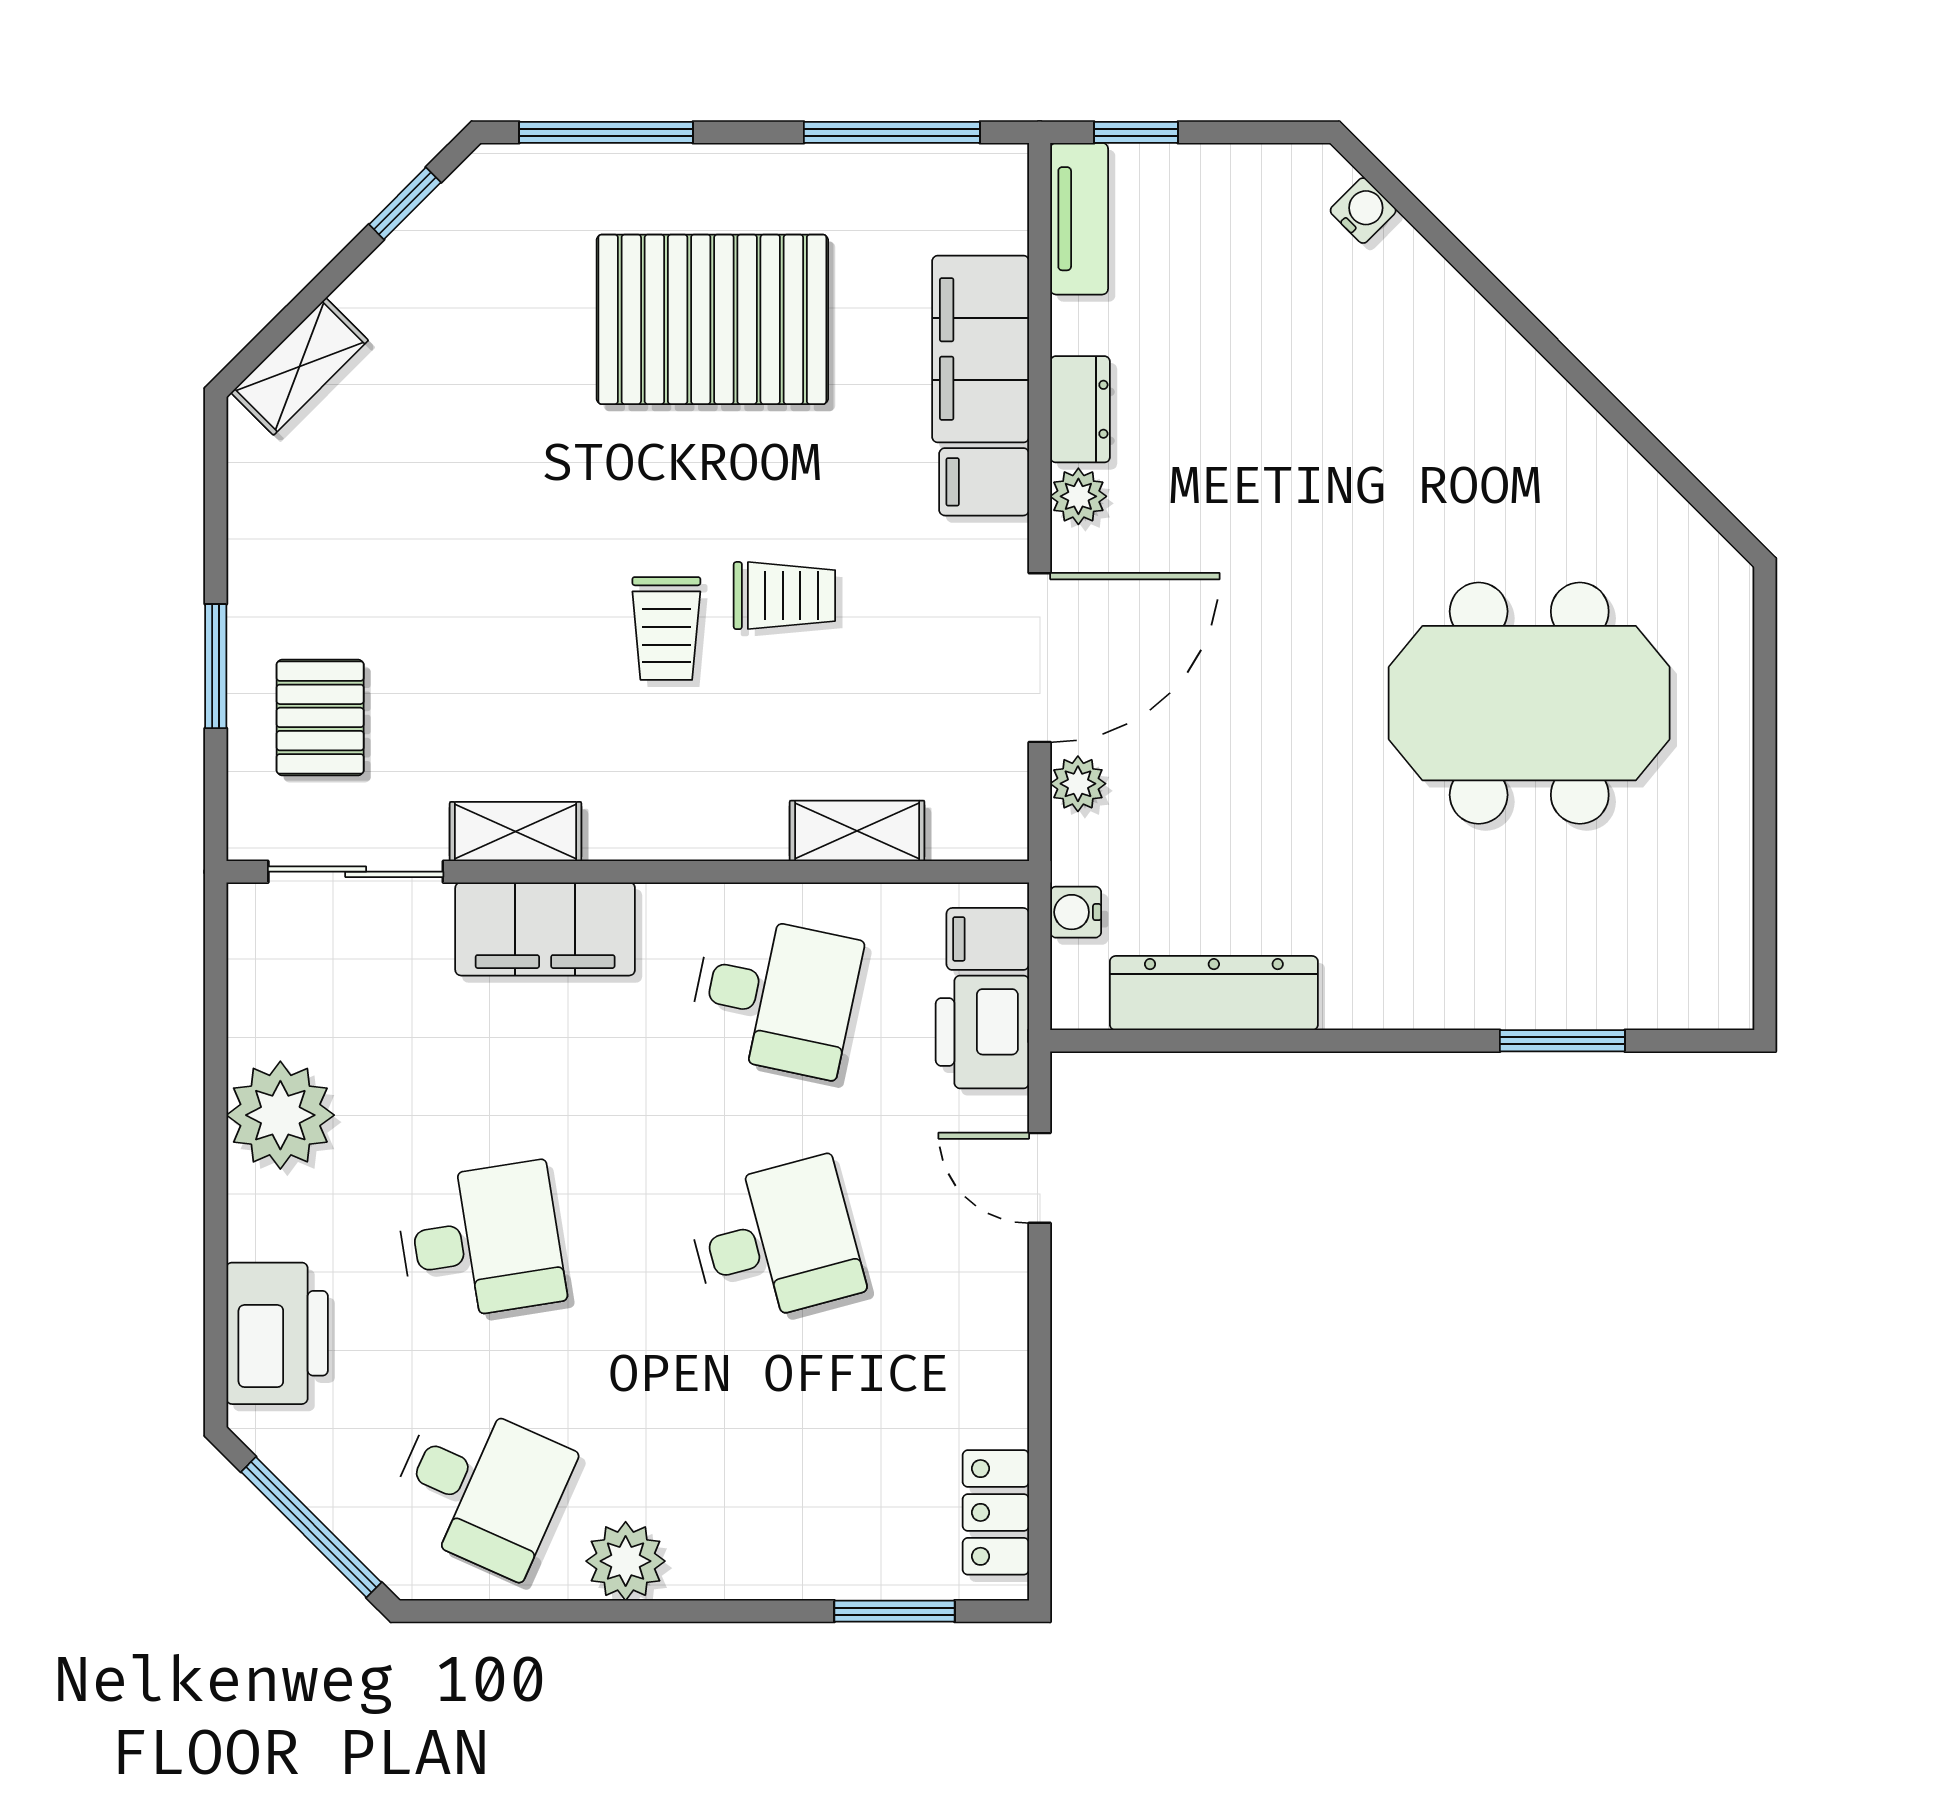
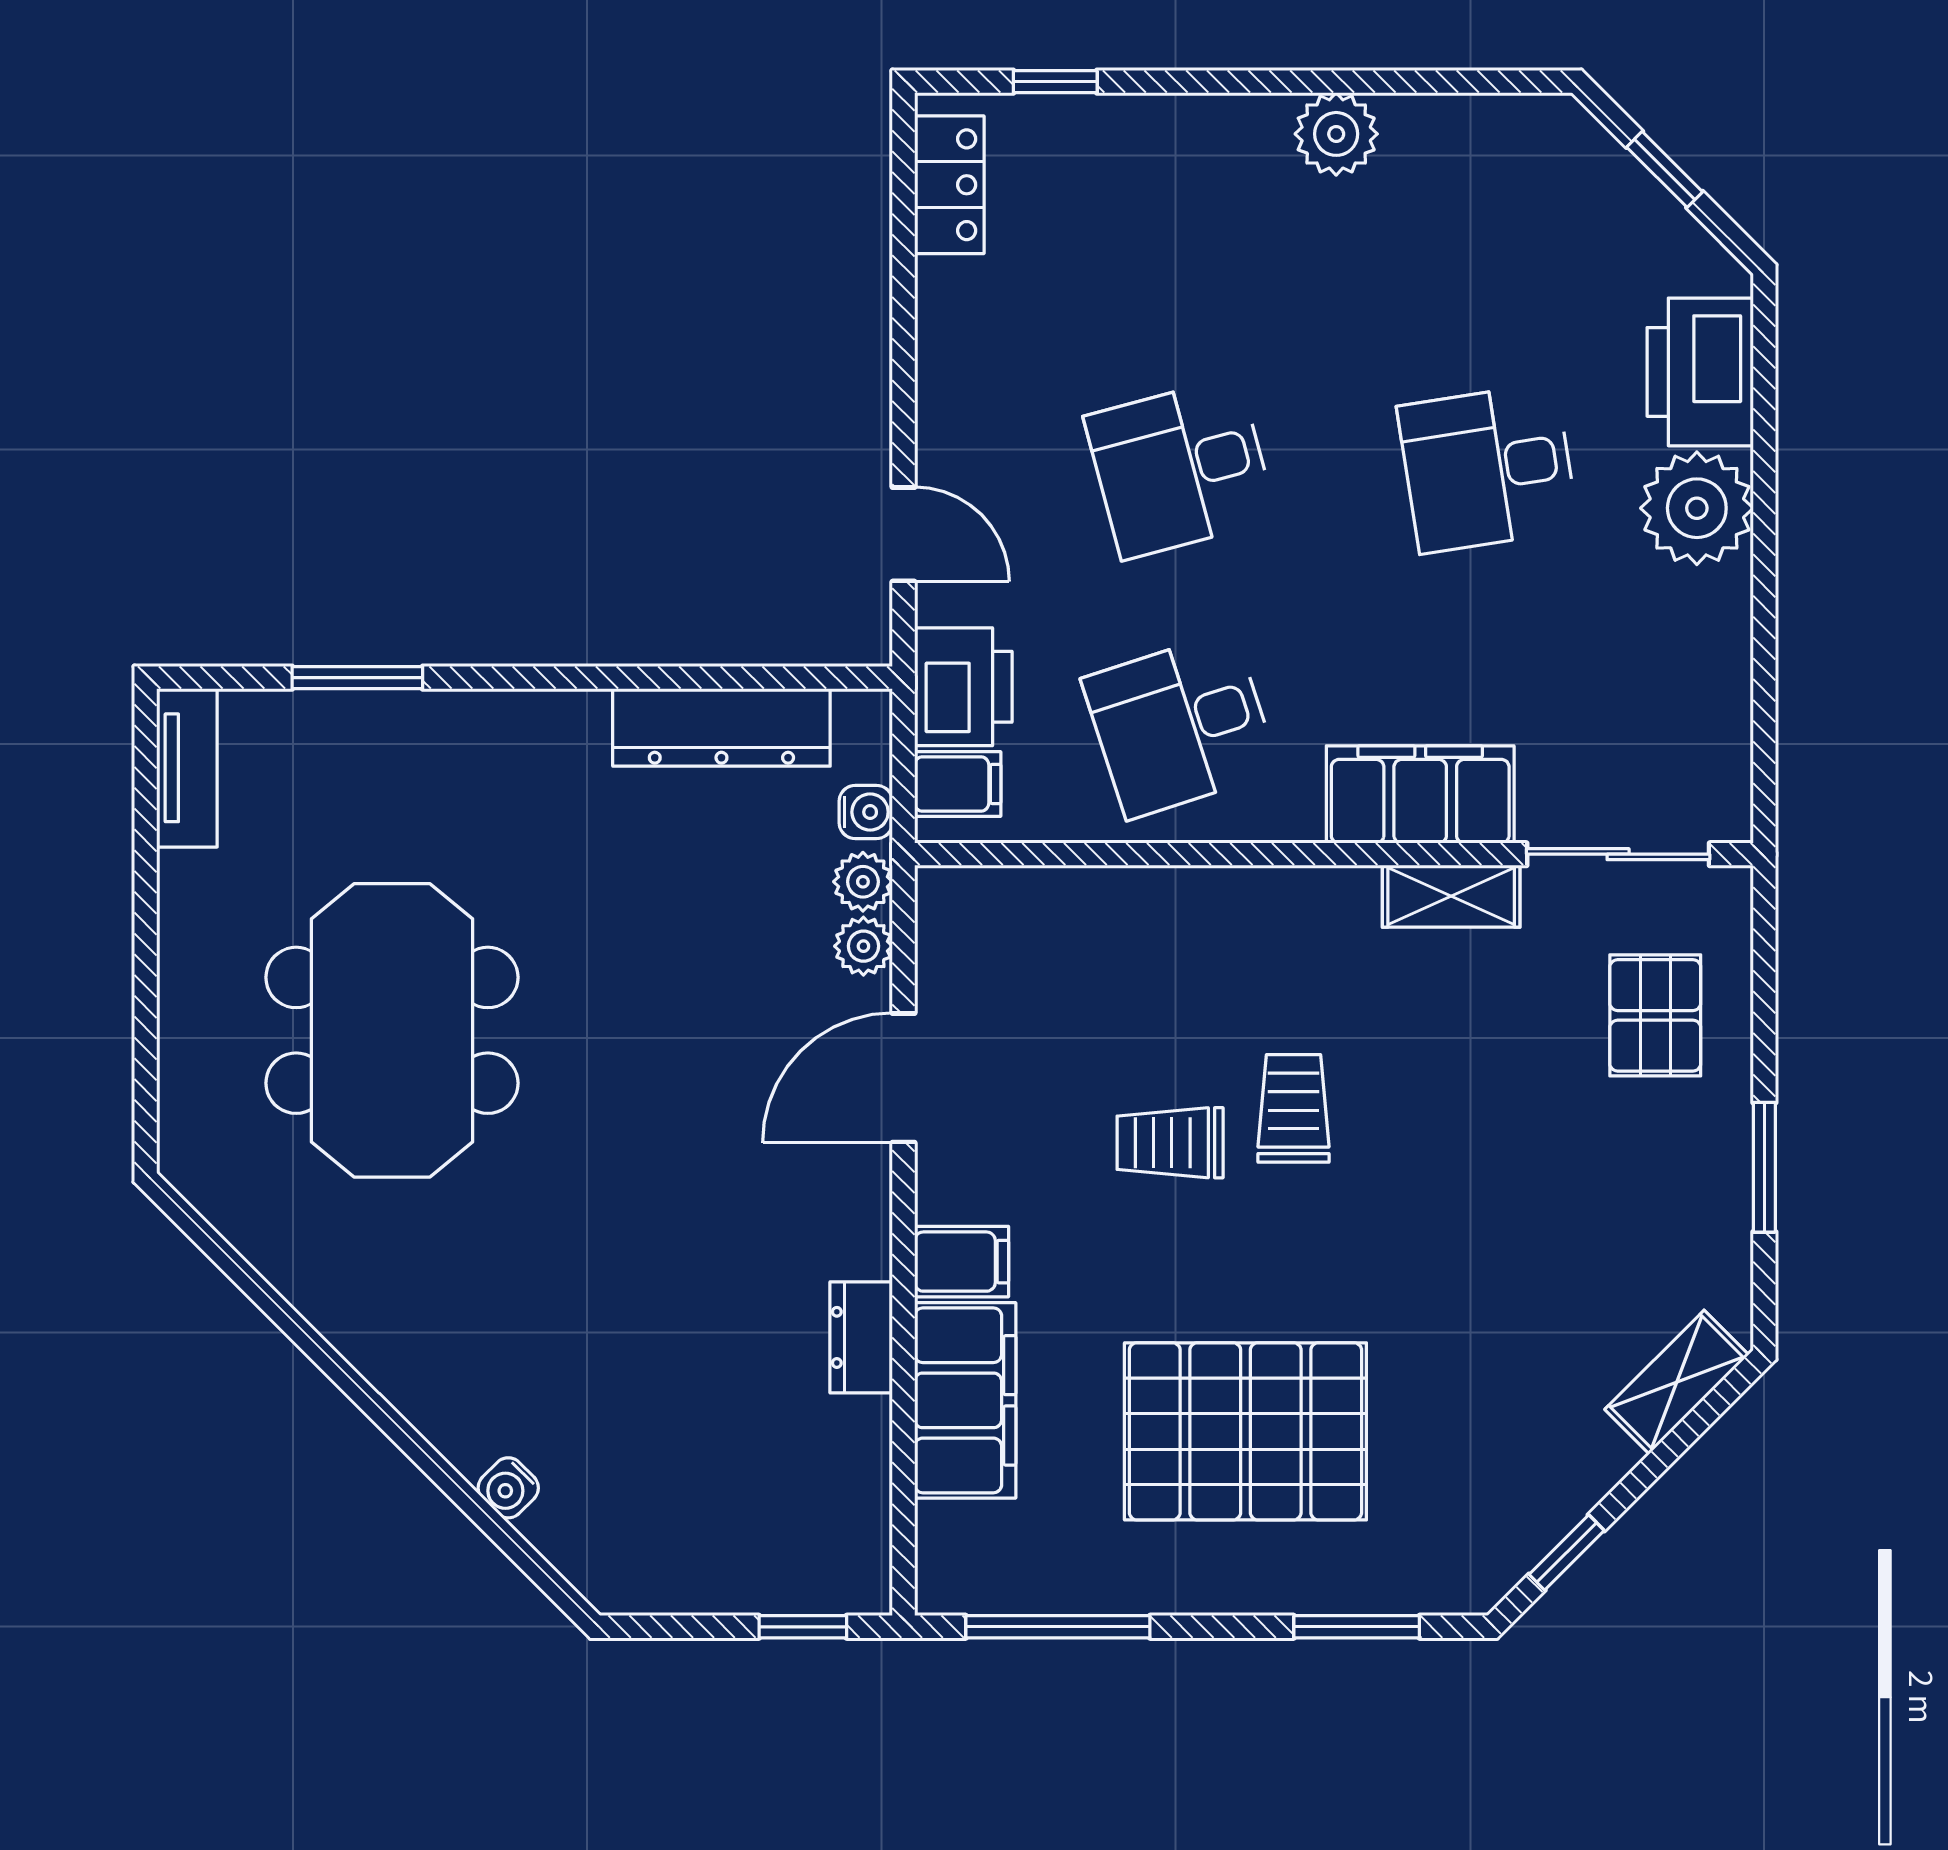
window: (606, 132) -> (1357, 1627), width x0.69
water cooler: (1363, 211) -> (508, 1488), moved
tv unit: (1079, 219) -> (187, 768), moved, turned 180
plant: (1078, 496) -> (863, 882), moved
door: (1040, 658) -> (904, 1078), width x0.73
window: (216, 666) -> (1764, 1167), moved
meeting table: (1529, 703) -> (392, 1030), turned 90
shelving: (857, 831) -> (1094, 897), removed
desk: (775, 995) -> (1180, 725), turned -30
plant: (280, 1115) -> (1697, 508), moved
desk: (480, 1487) -> (1488, 211), removed
window: (311, 1527) -> (1665, 169), width x0.46
window: (894, 1611) -> (1055, 82), width x0.67

